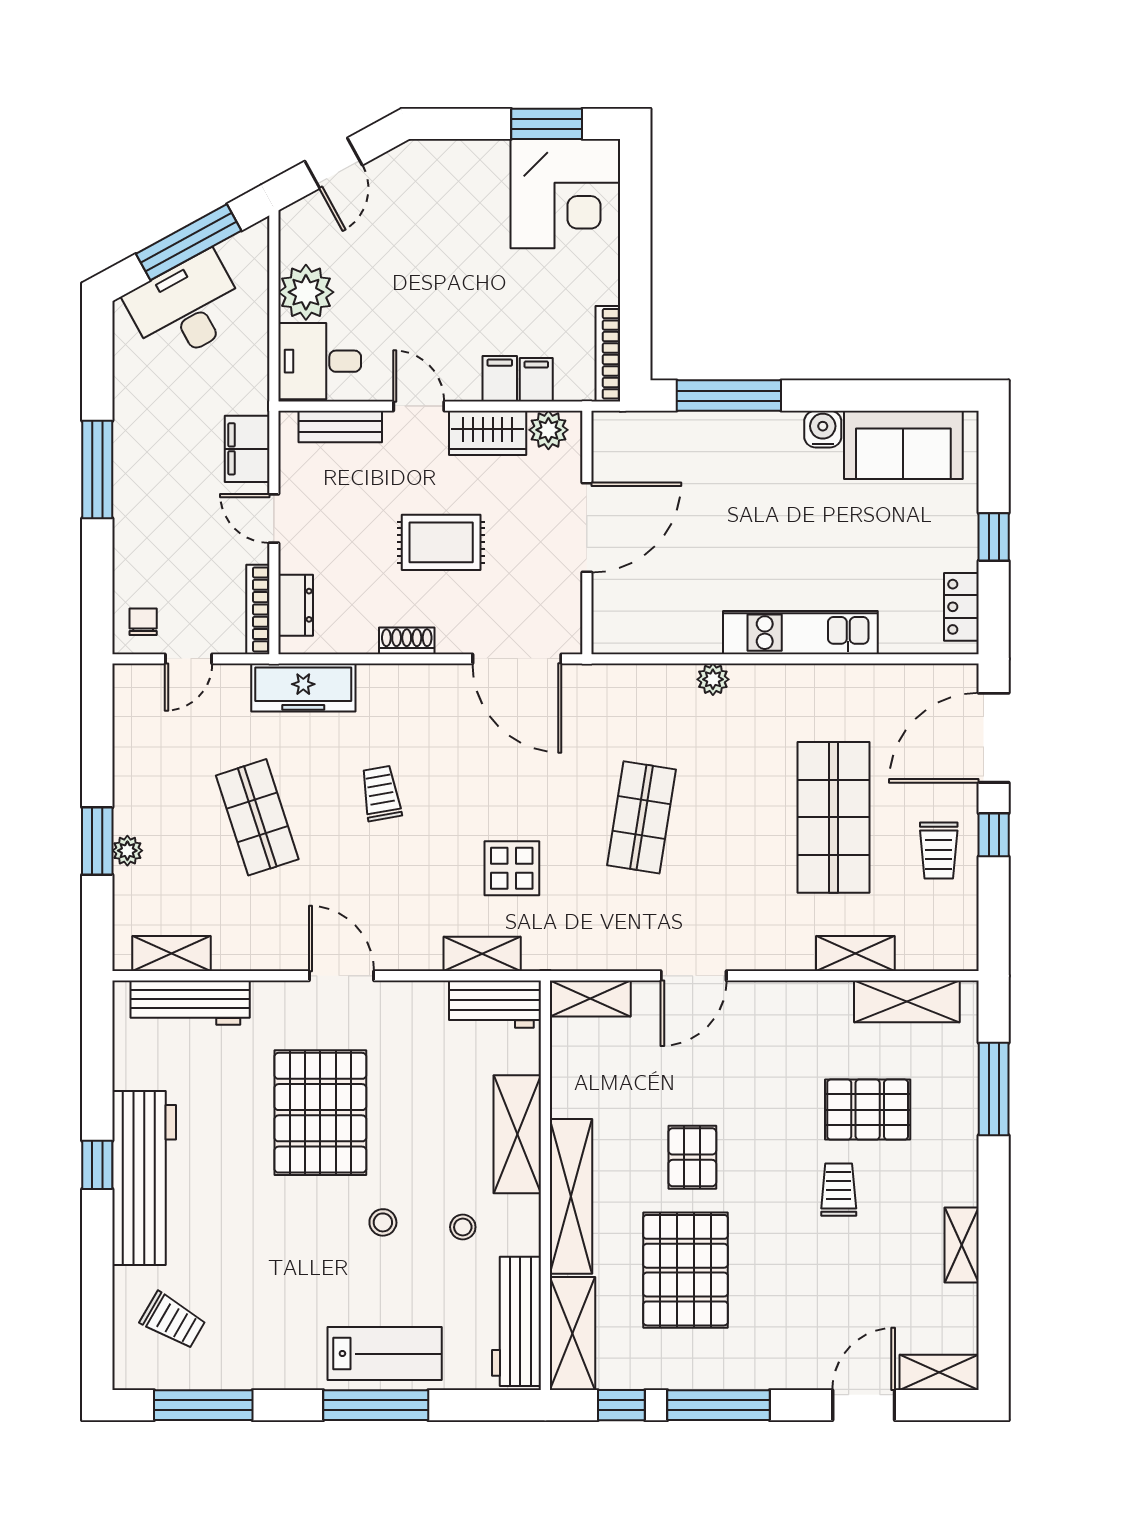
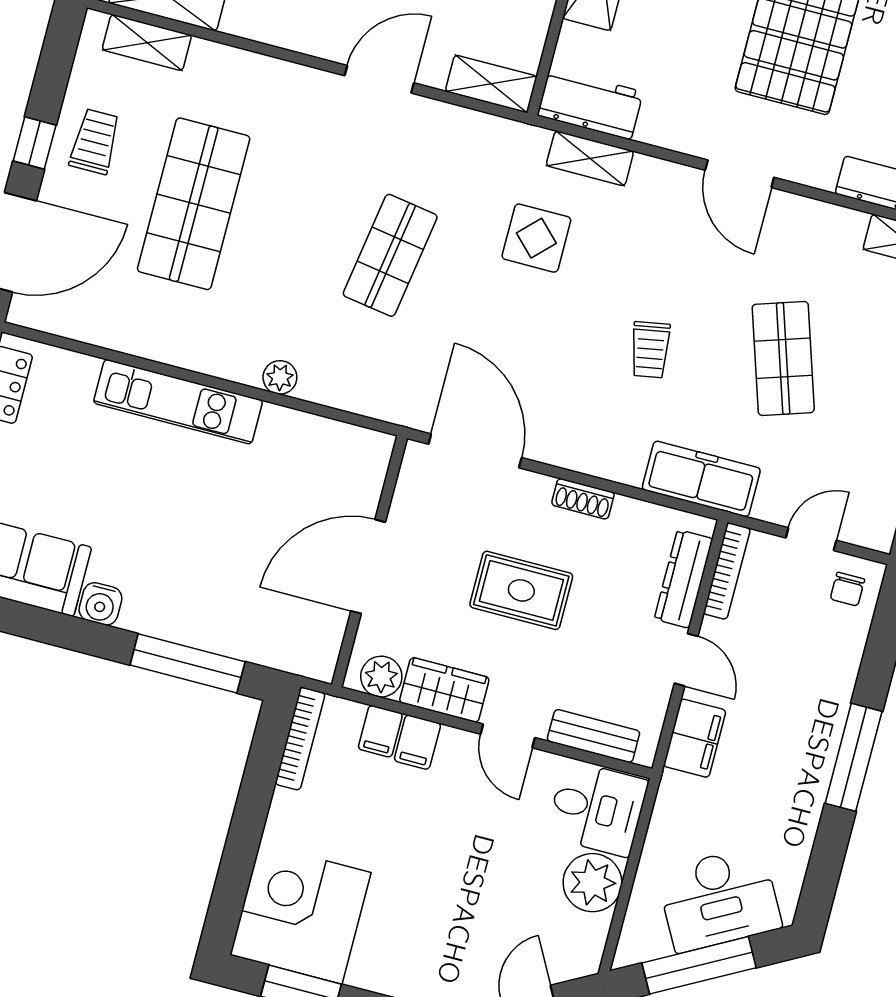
dresser: (296, 605) -> (683, 579), width x1.44
shelving: (855, 954) -> (147, 43), moved

